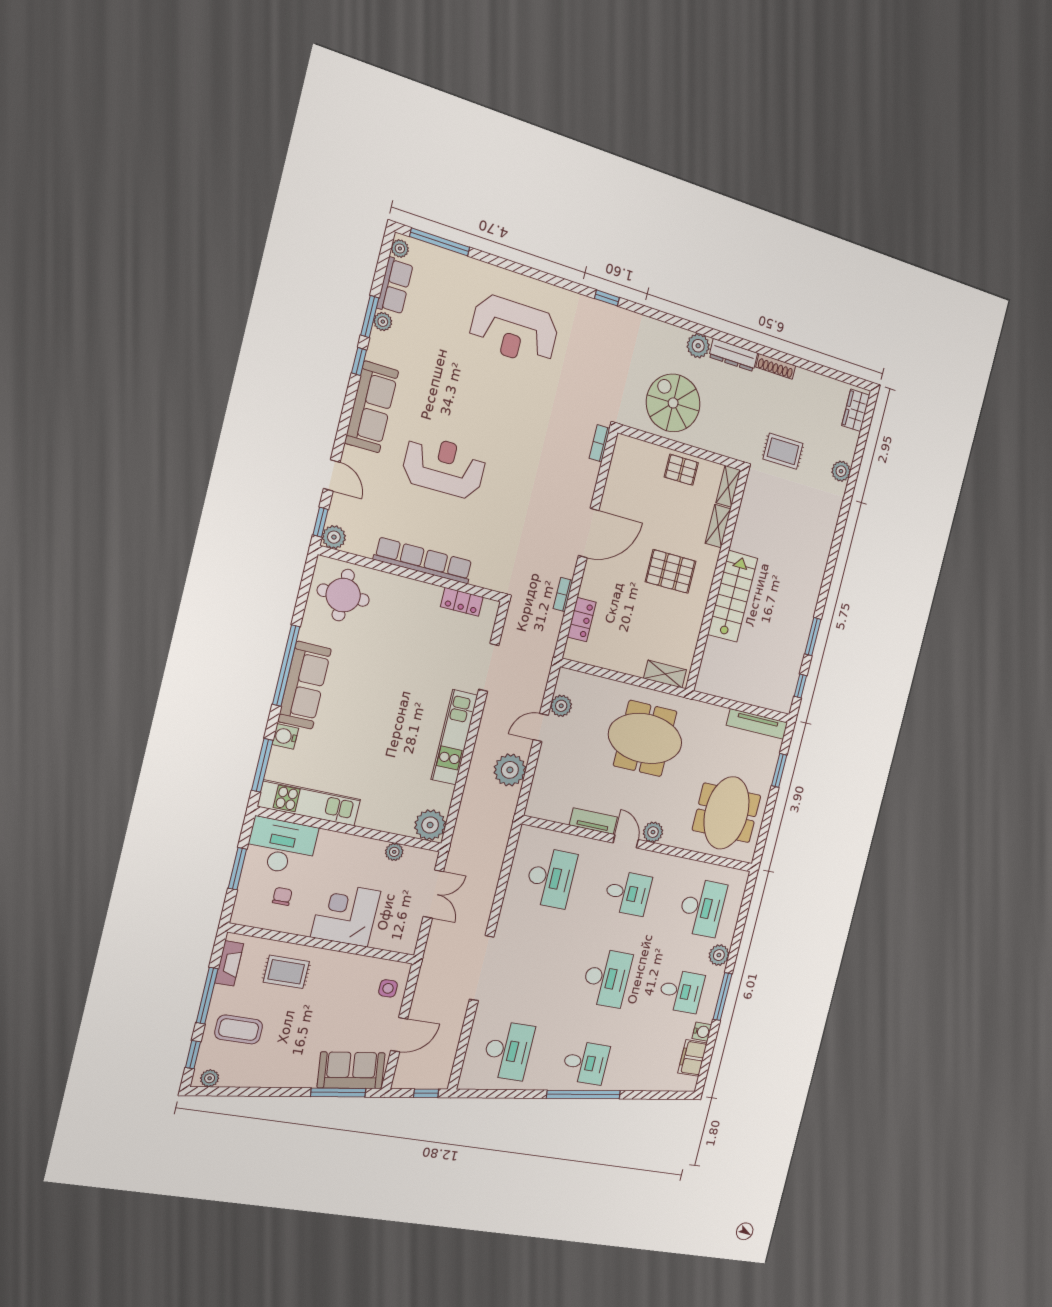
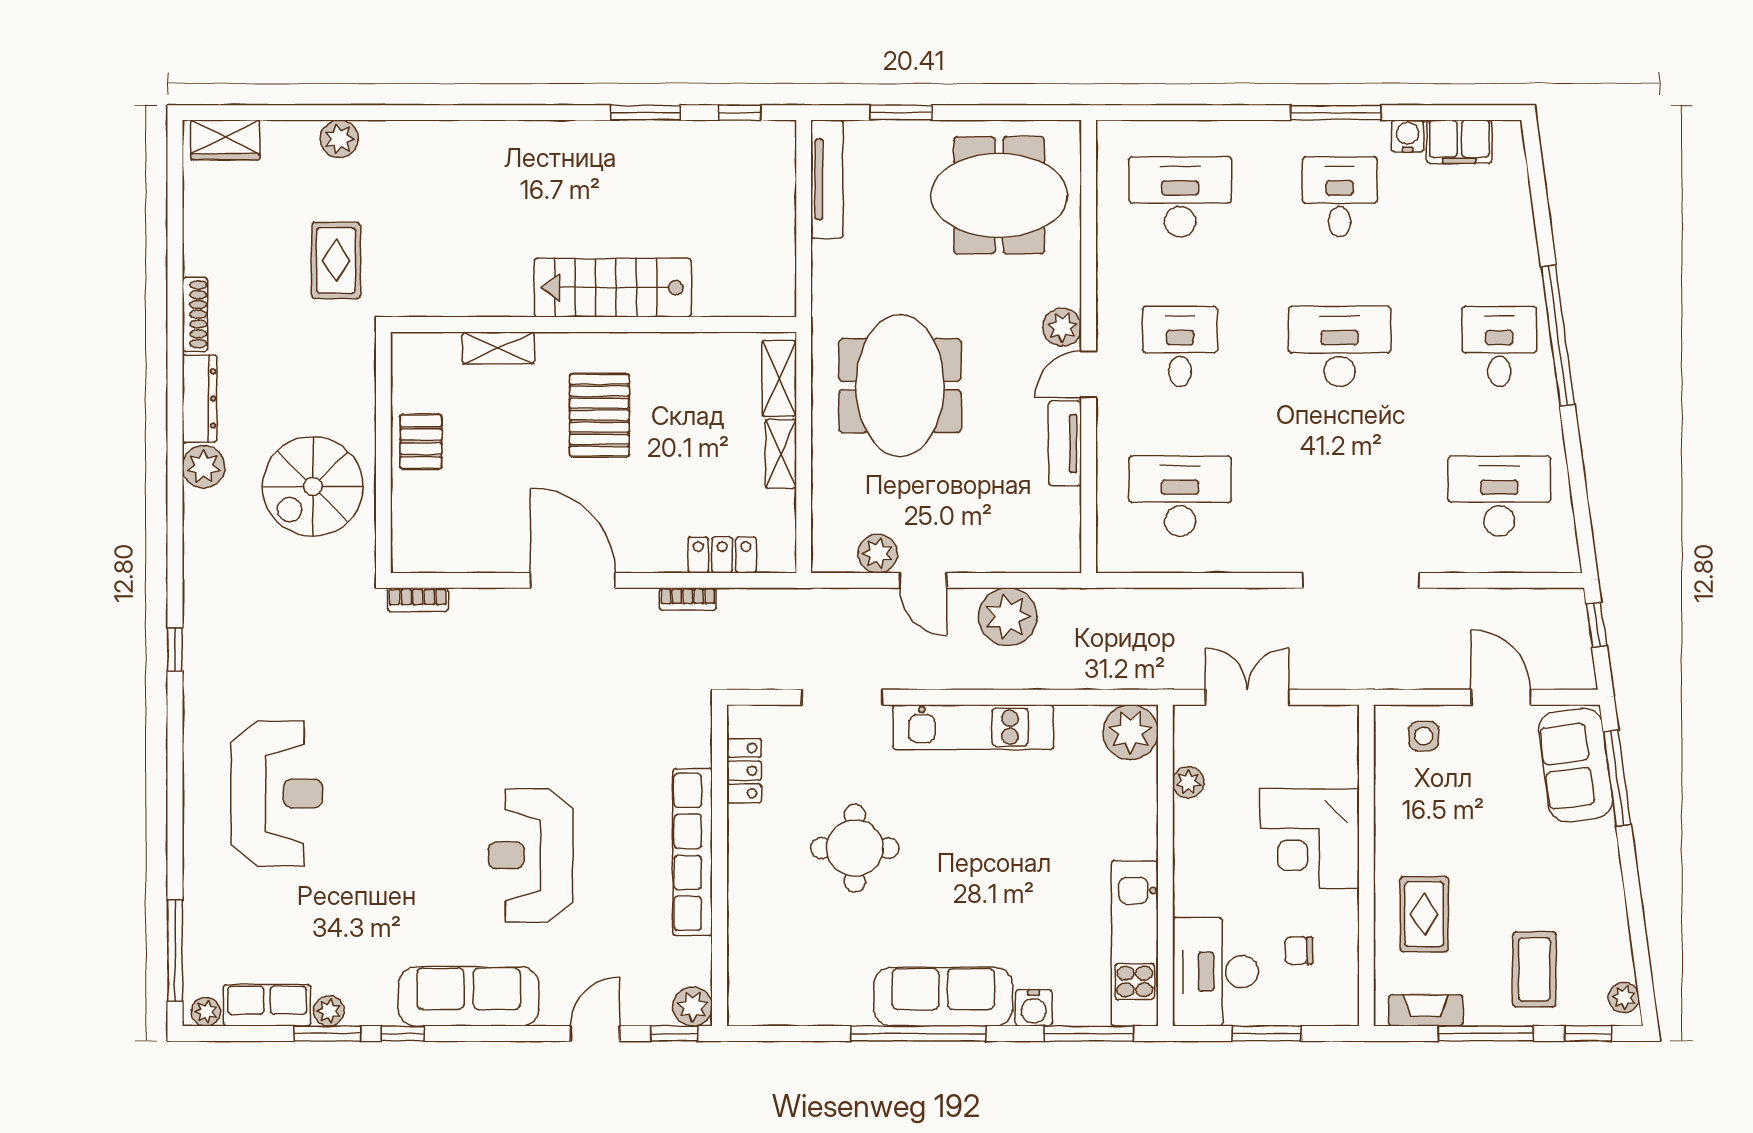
shelving: (728, 486) -> (781, 454), moved, turned 90
round table: (343, 595) -> (855, 848), moved
plant: (719, 955) -> (1261, 140), removed

